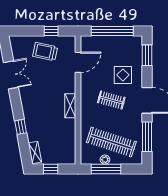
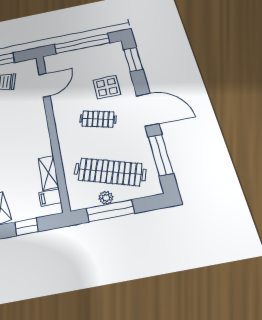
shelving: (70, 106) -> (48, 173), moved
filing cabinet: (69, 152) -> (50, 198), added

